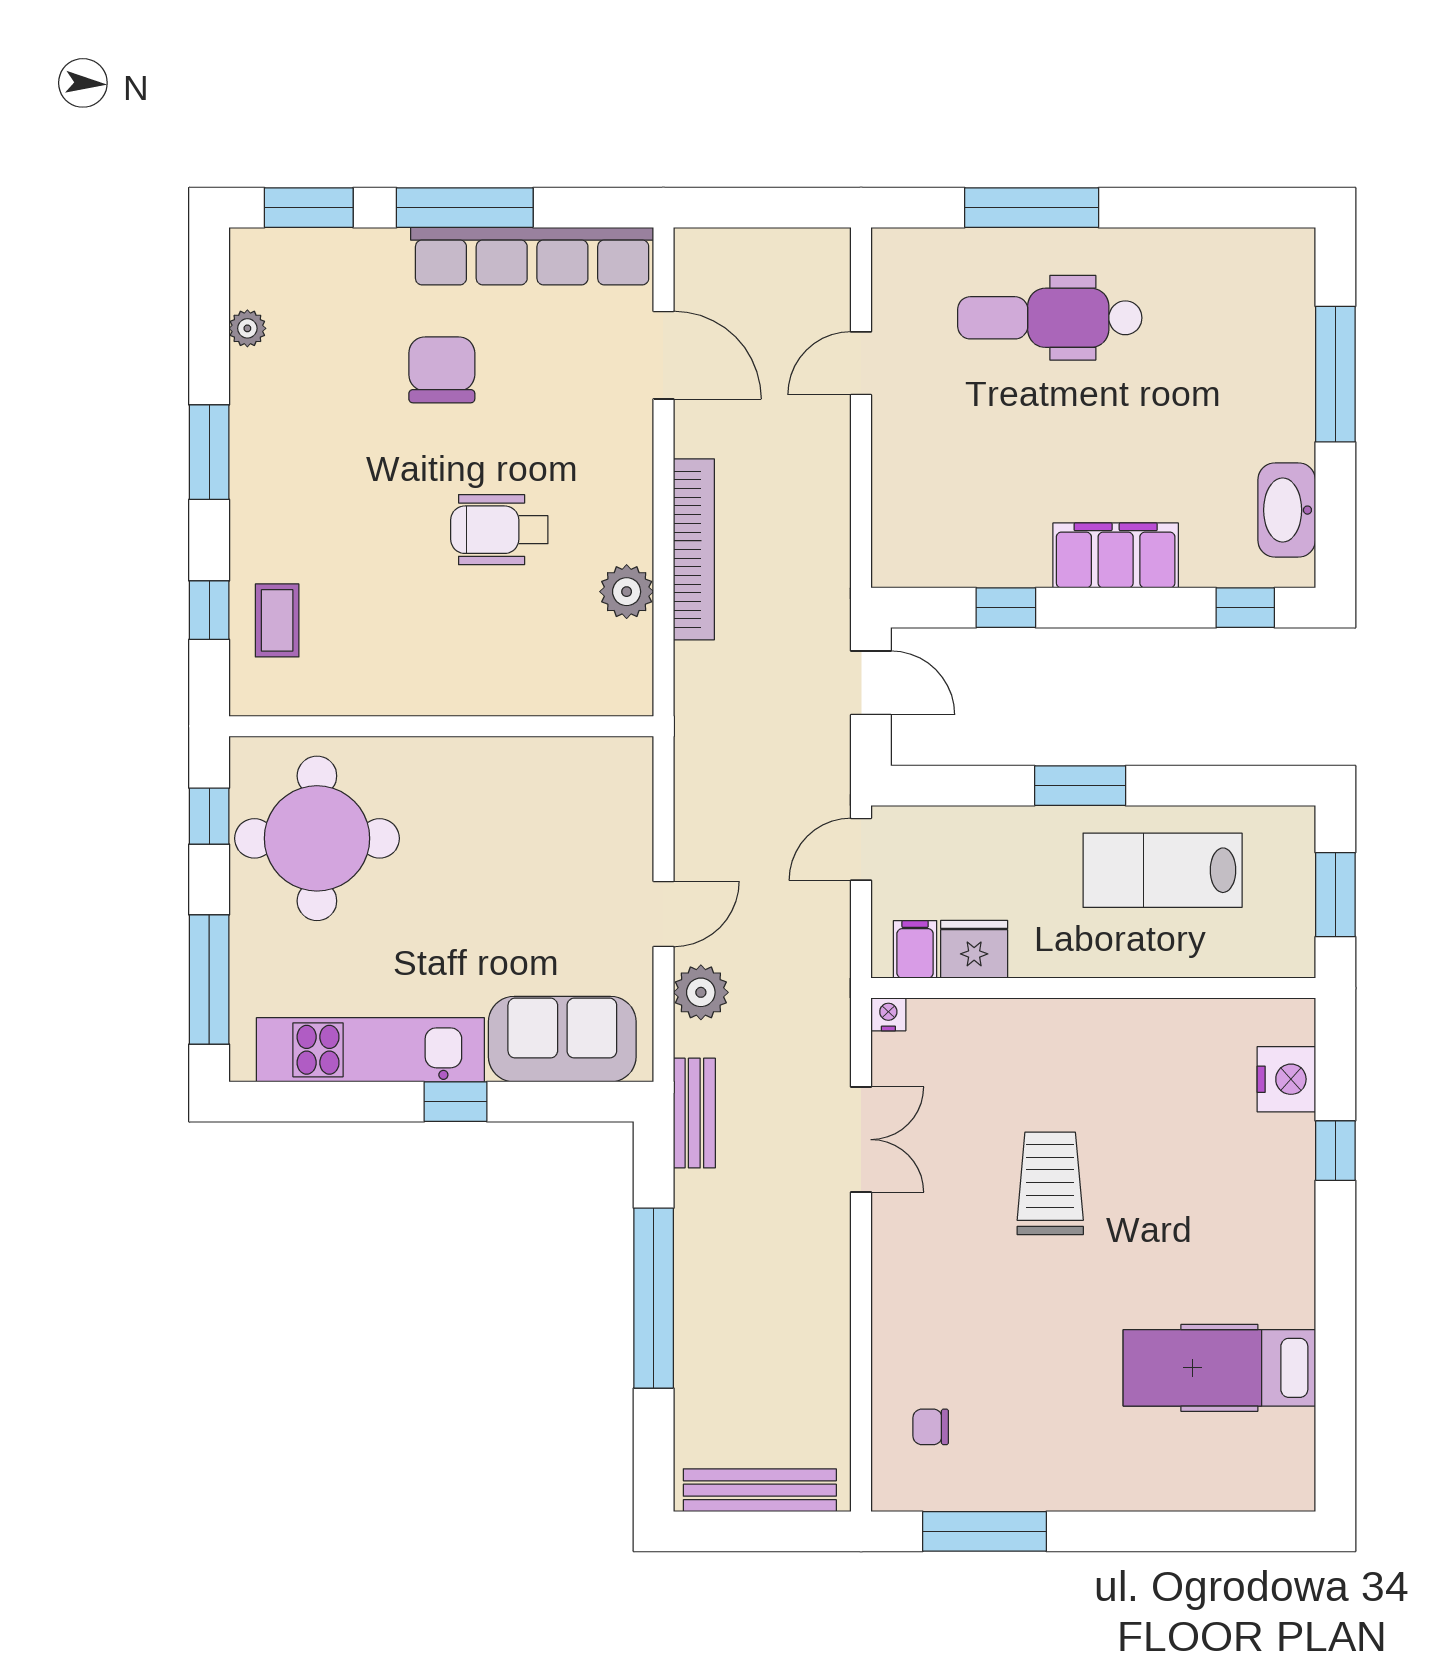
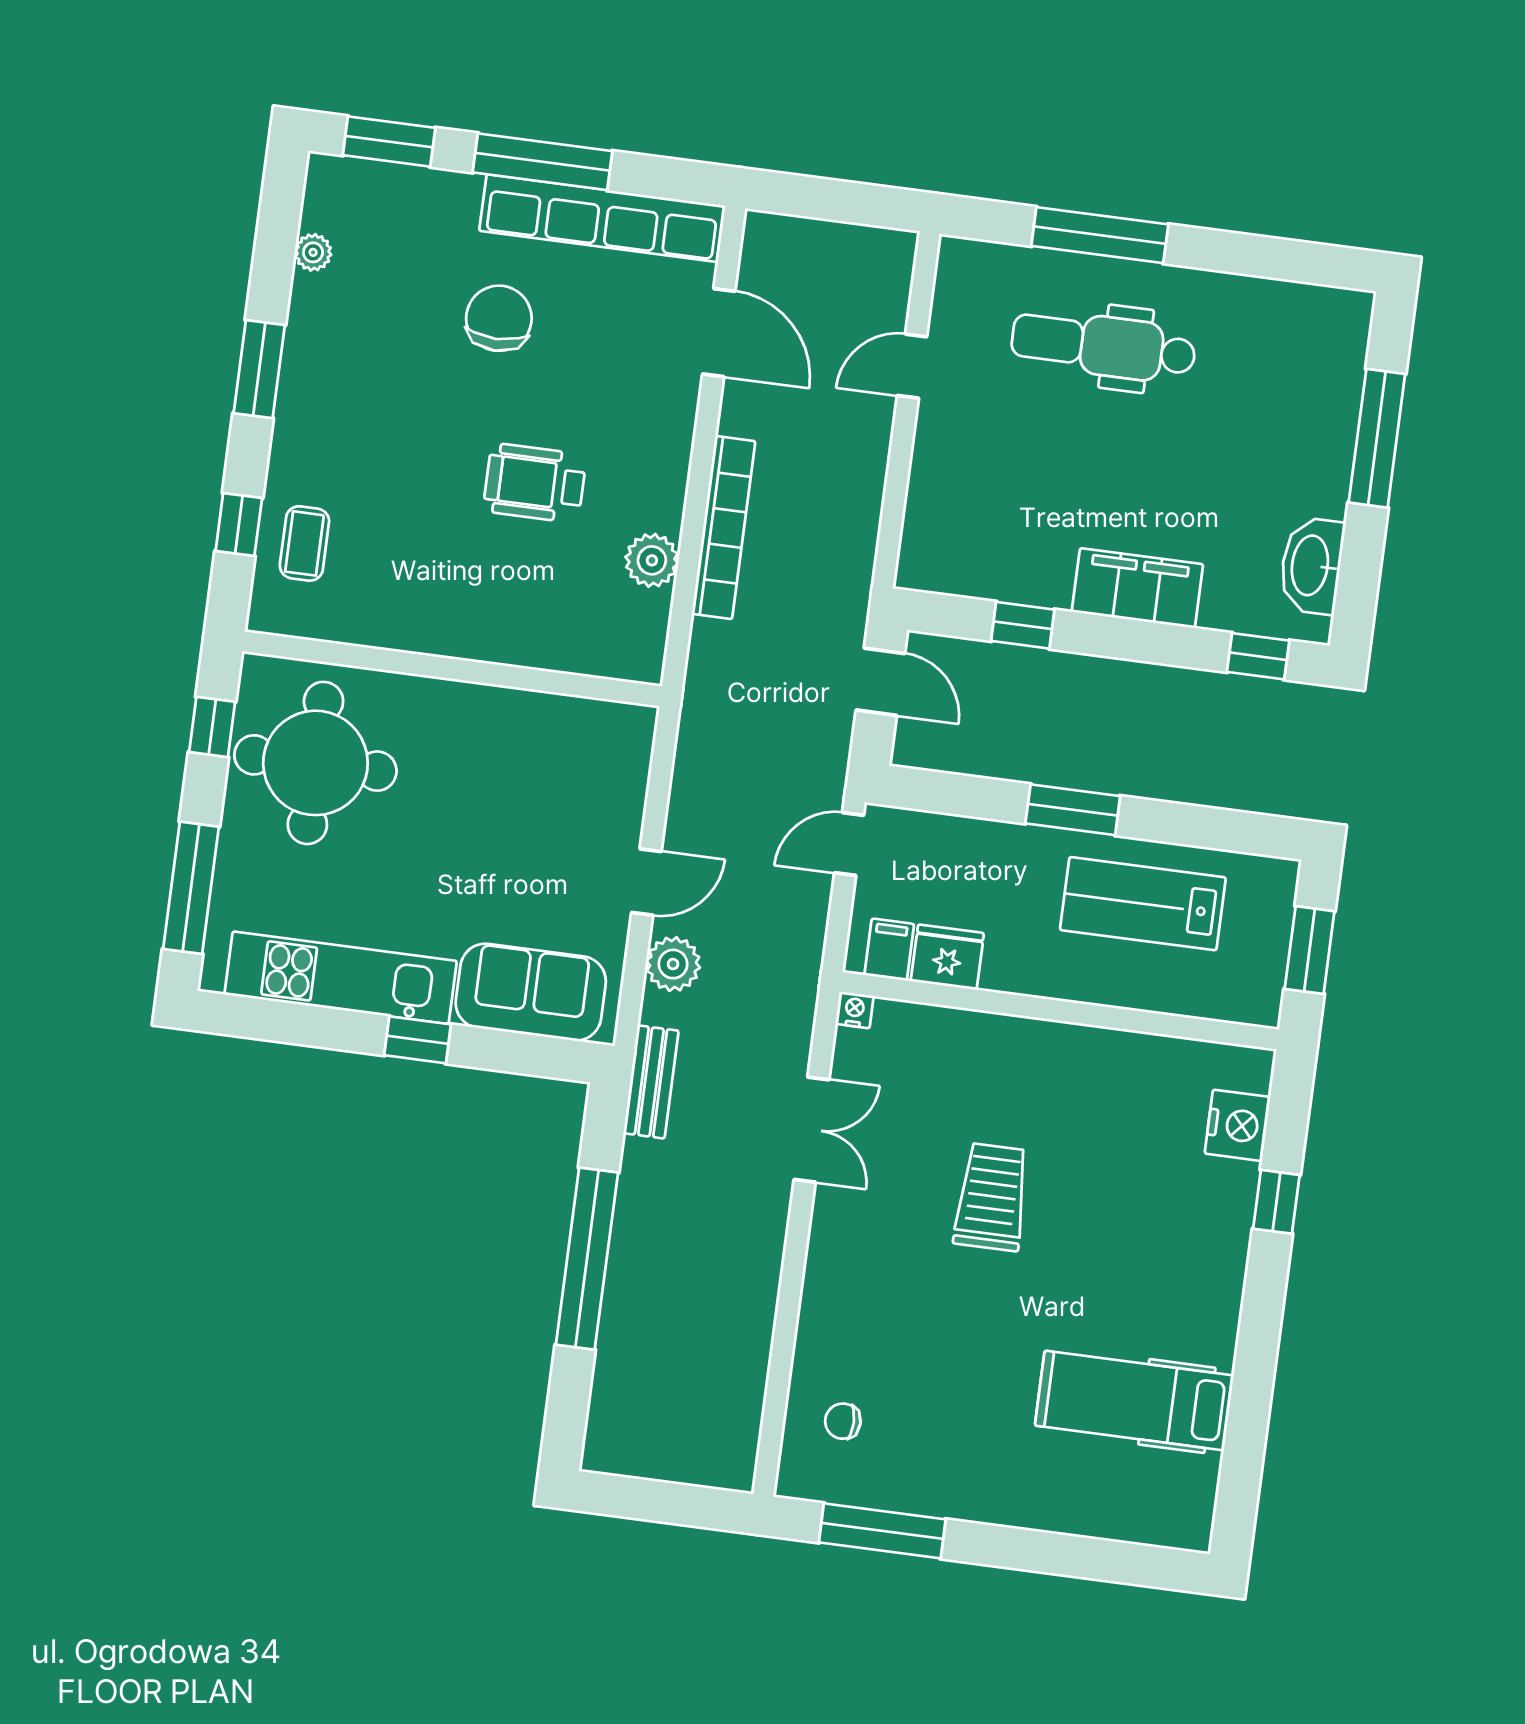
bench: (760, 1490) -> (667, 1461), removed

